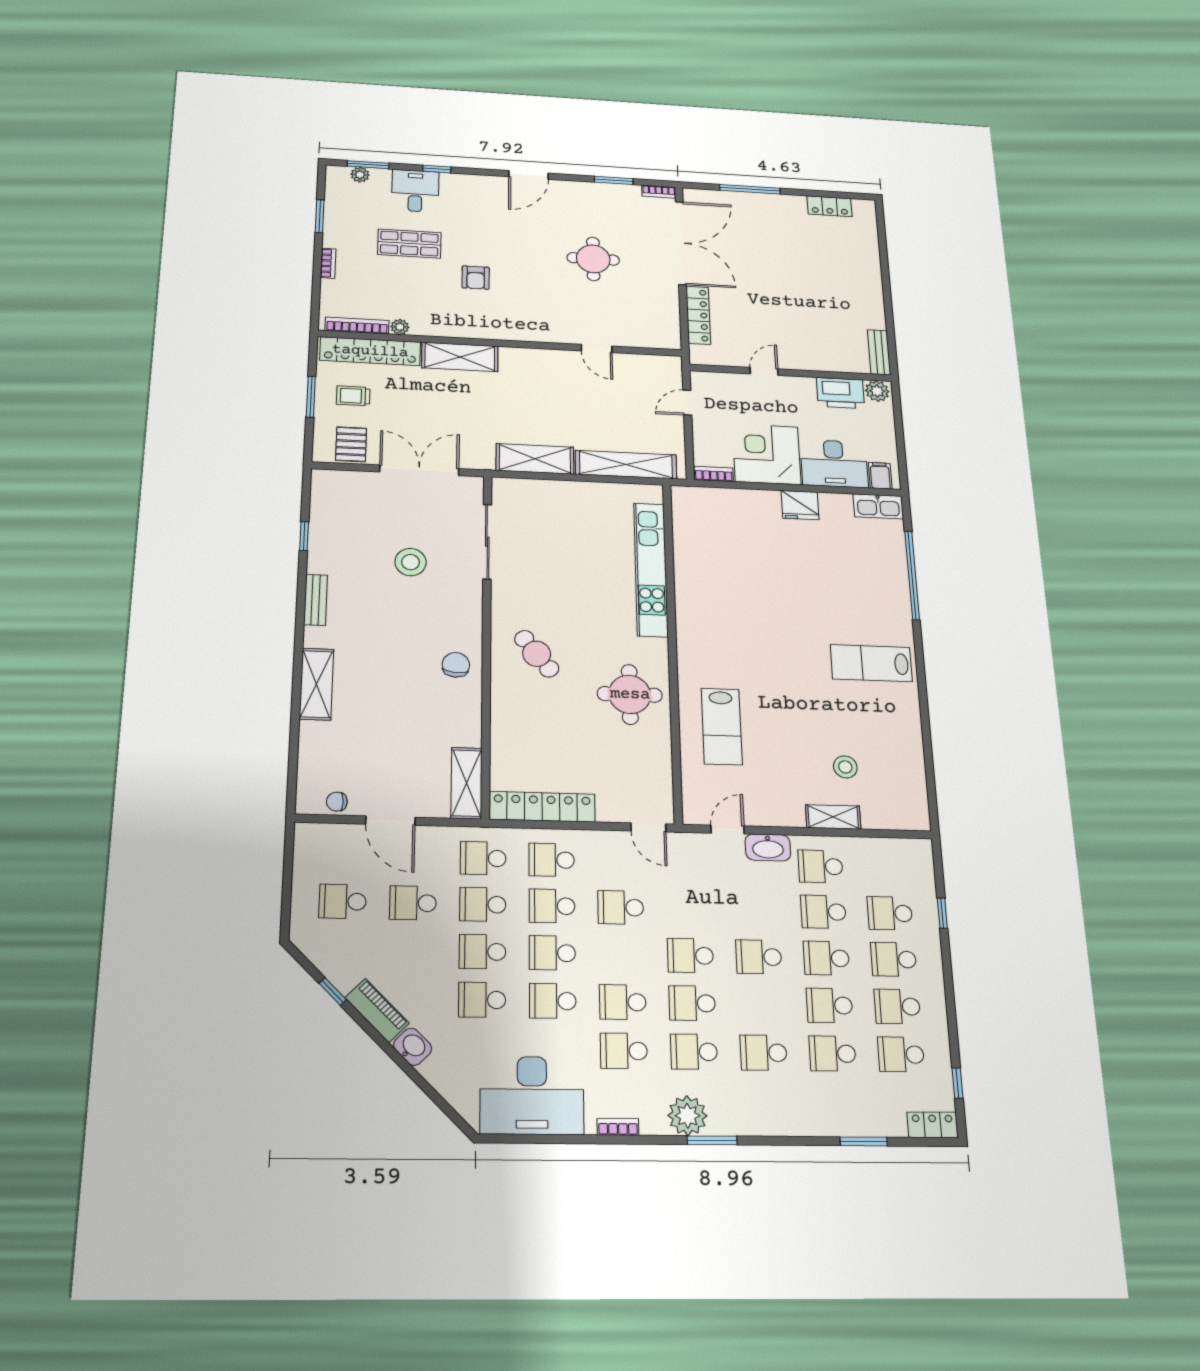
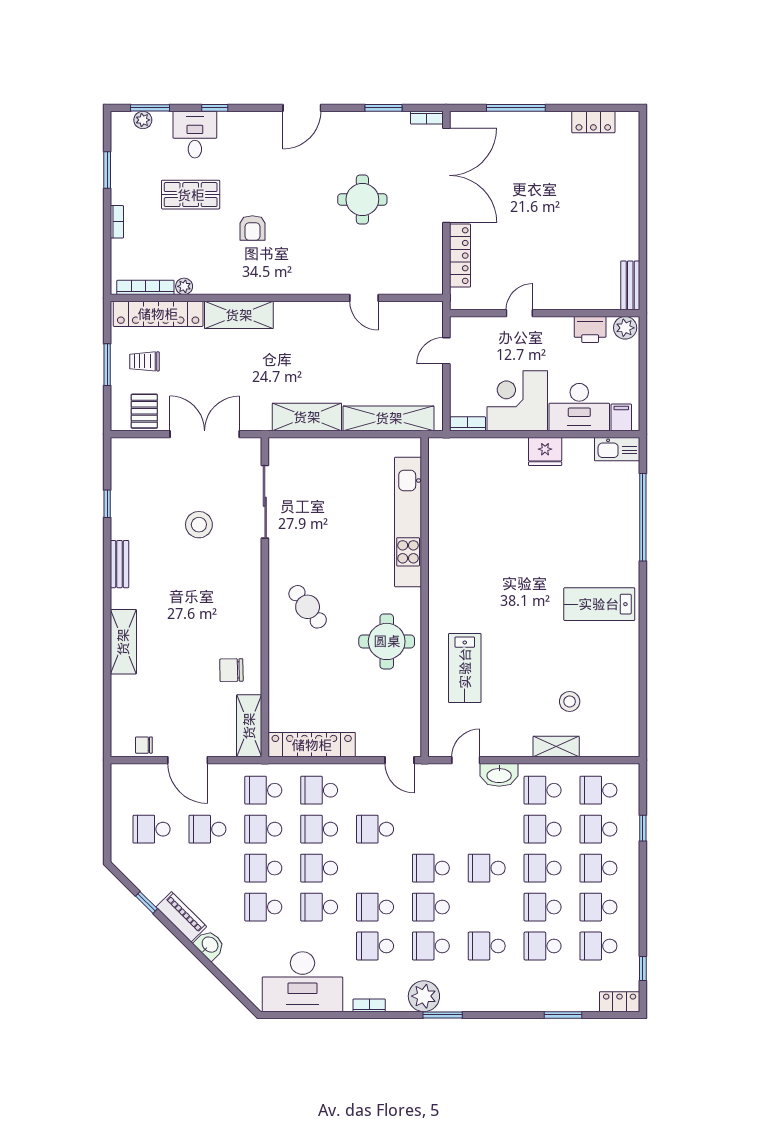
printer: (840, 393) -> (590, 329), width x0.73, depth x0.84
chair: (456, 665) -> (231, 670), moved, turned -96
school desk: (886, 868) -> (598, 790), added

